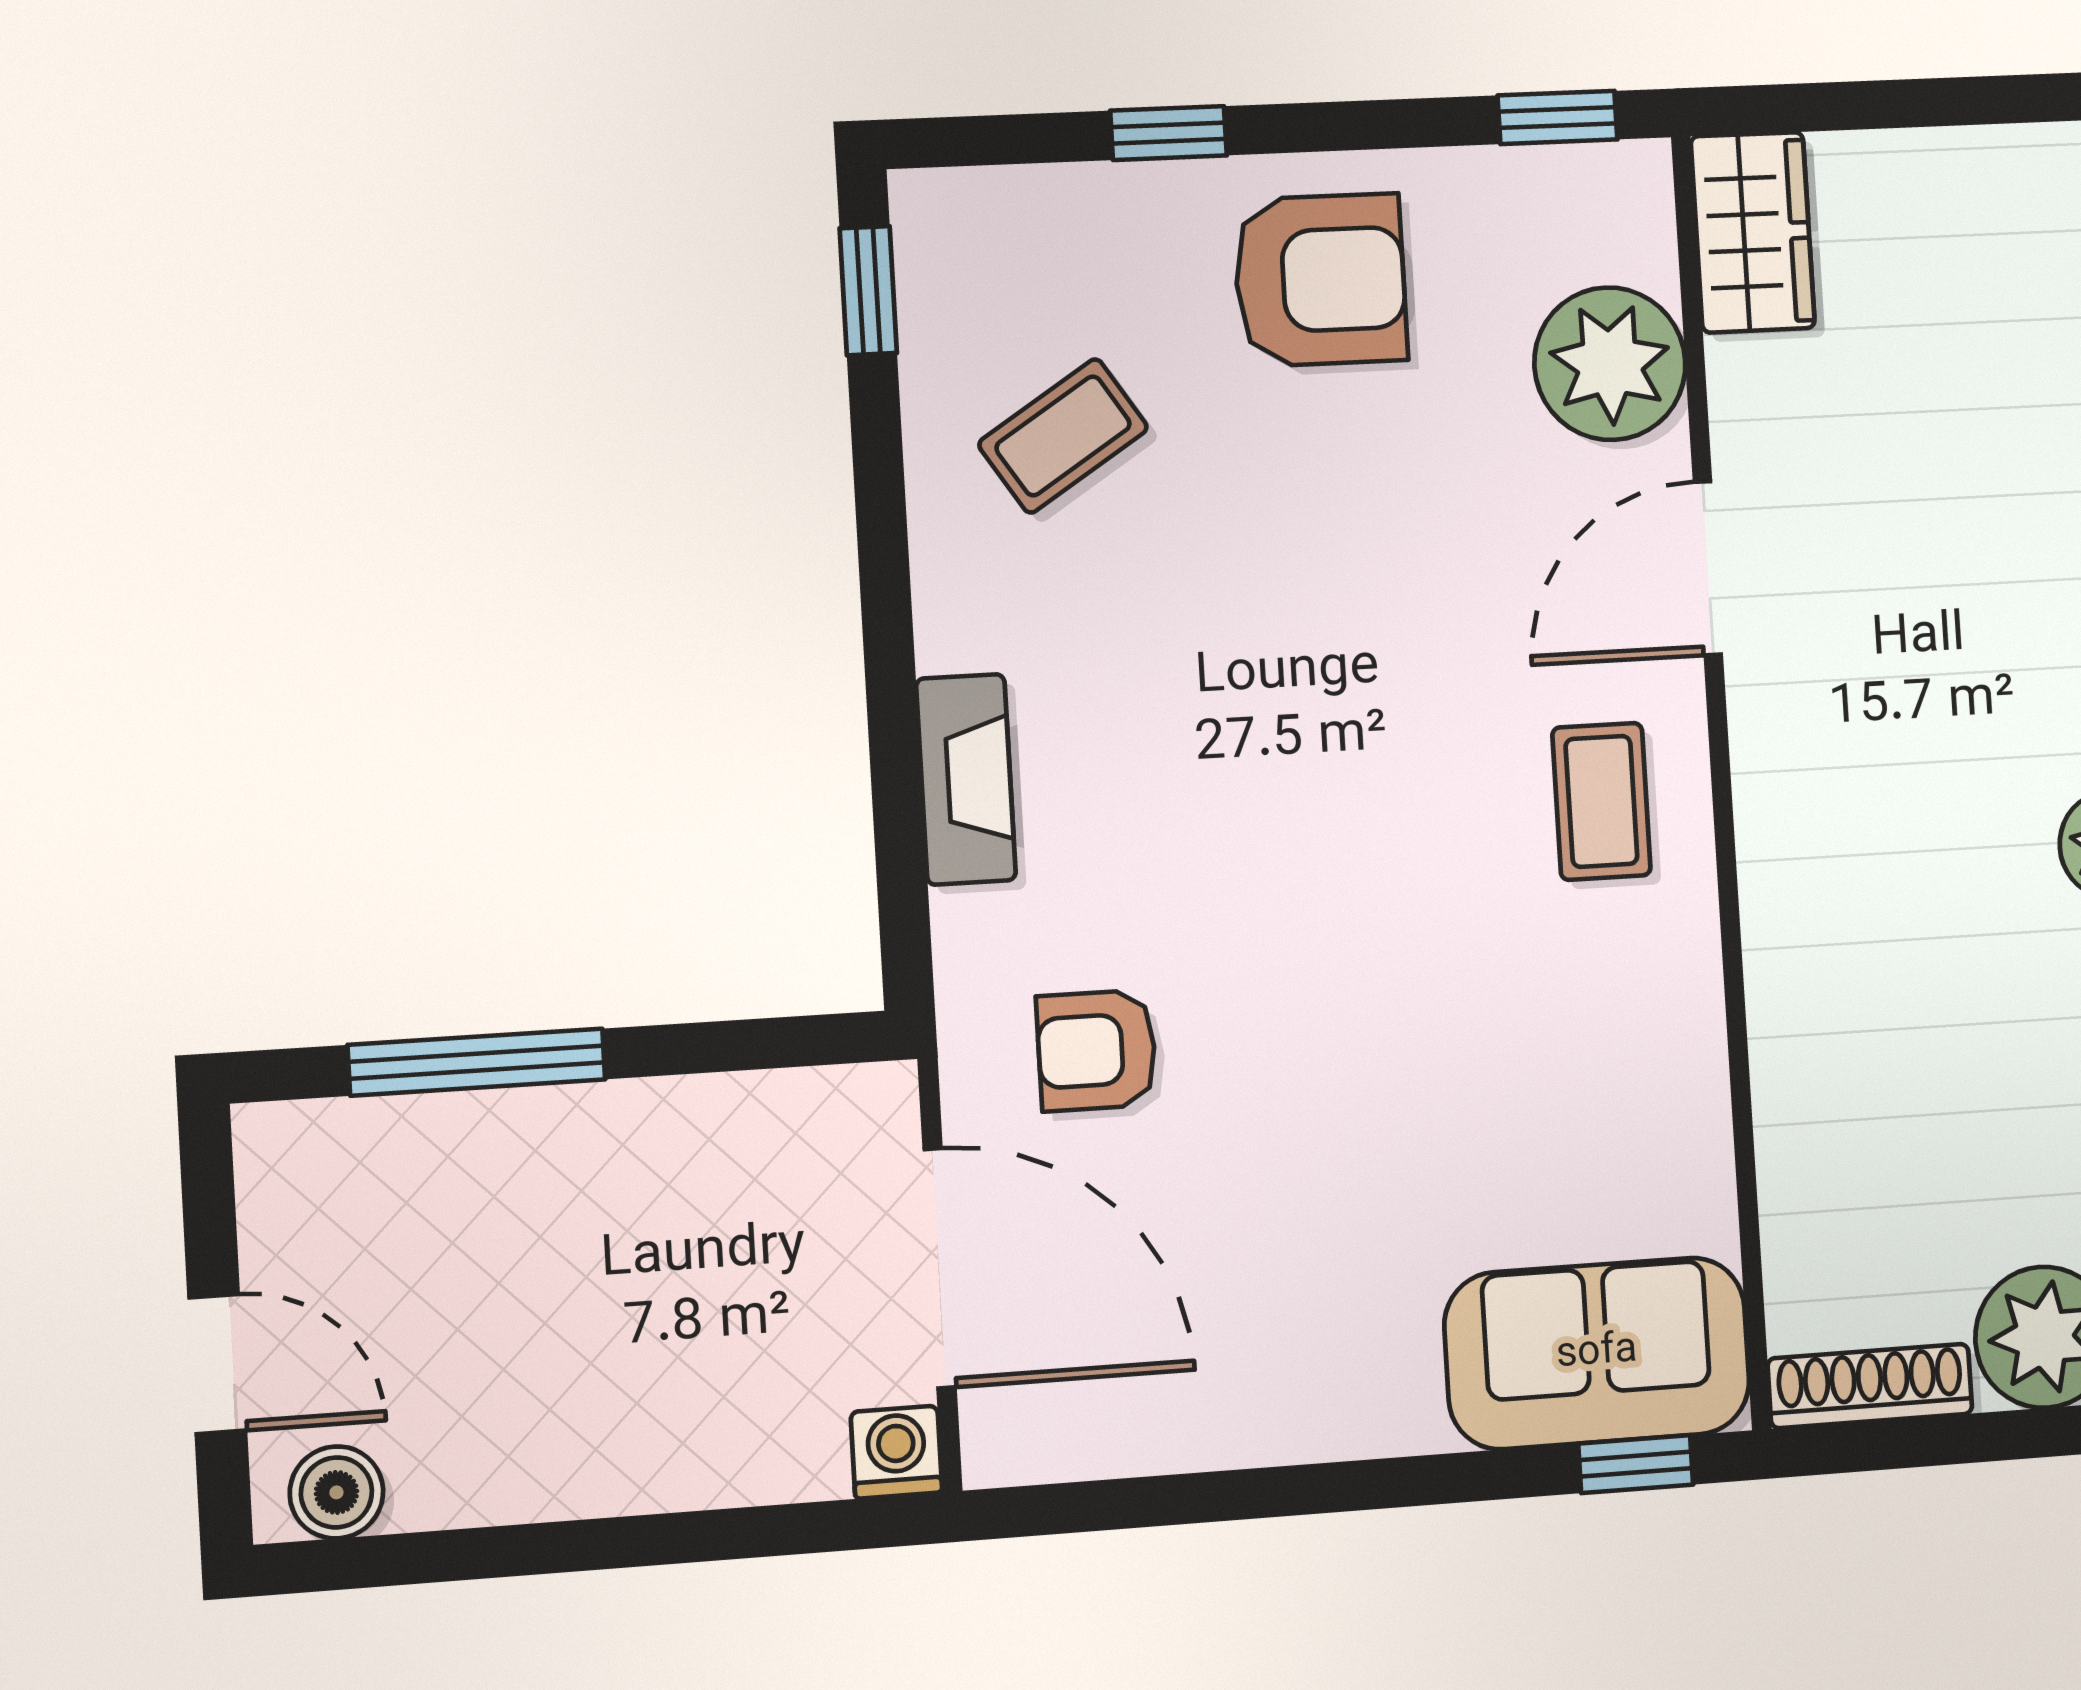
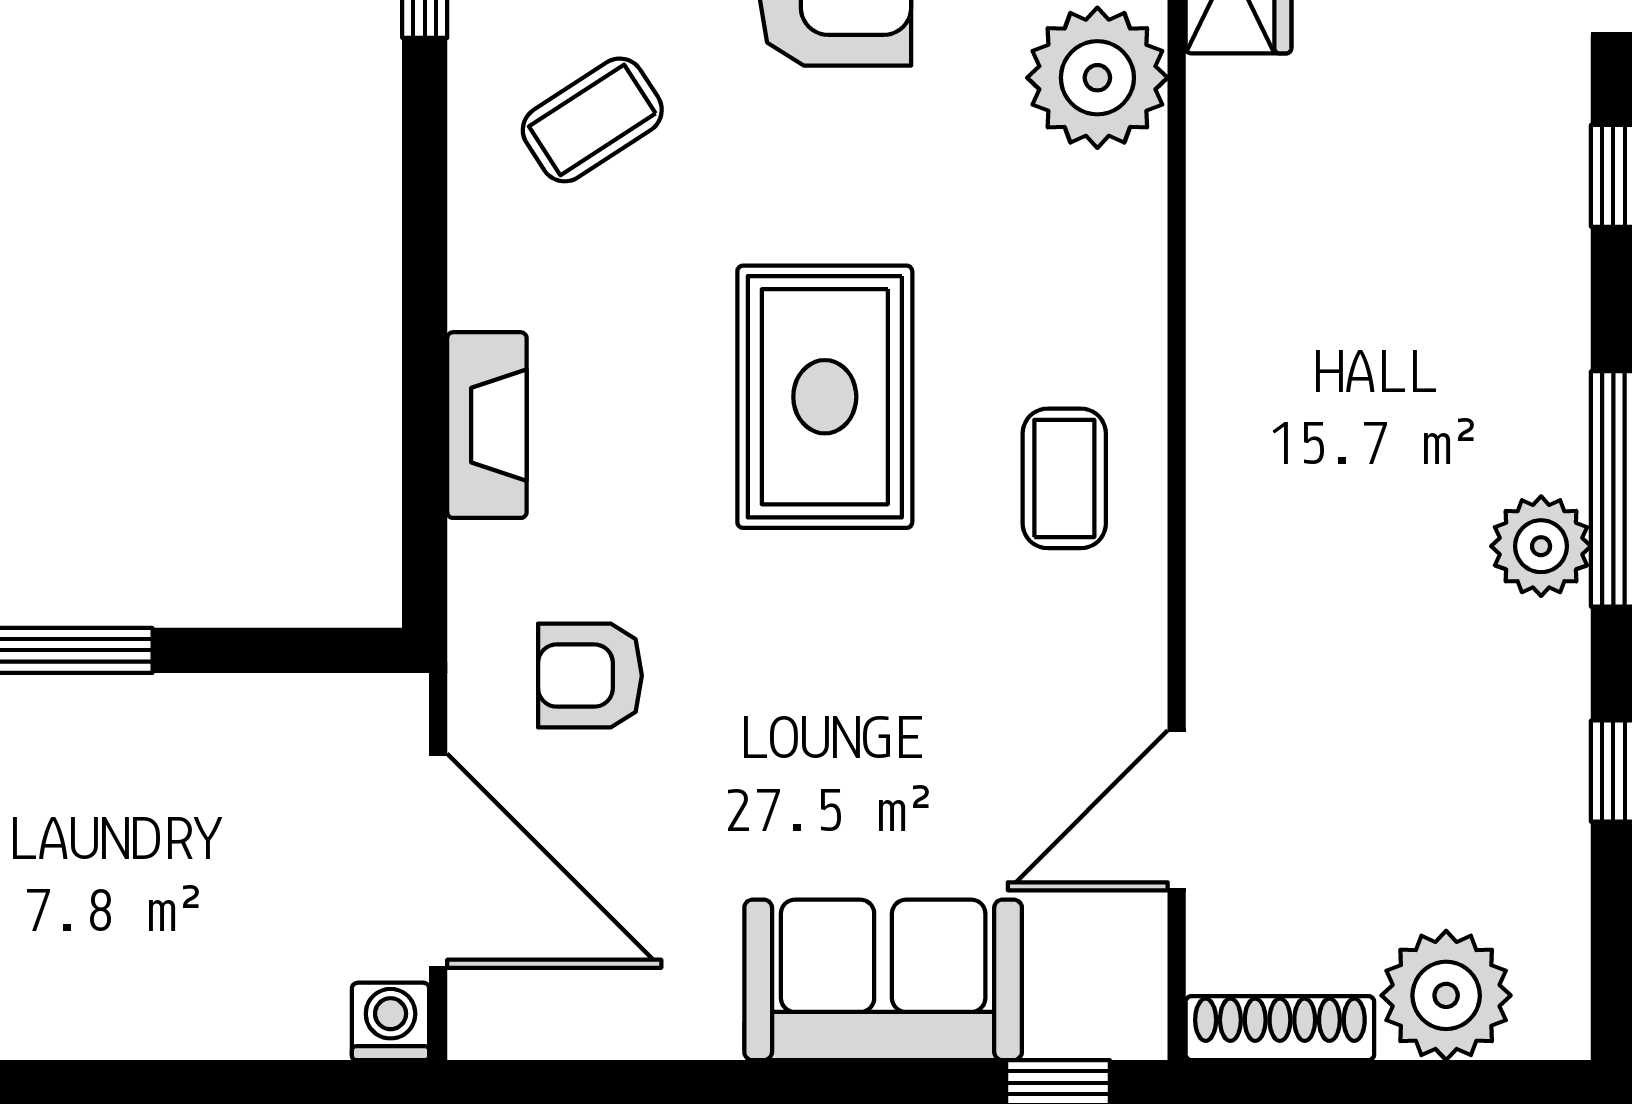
door: (1708, 568) -> (1177, 810), moved
rug: (1336, 727) -> (825, 397), added
sofa: (1597, 1353) -> (883, 980), moved

